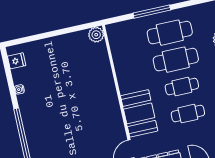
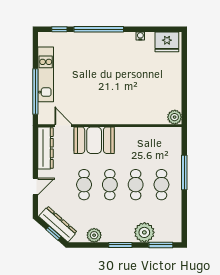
cafe table: (170, 33) -> (161, 185), width x0.73, depth x0.74
cafe table: (176, 60) -> (136, 185), width x0.73, depth x0.74
fridge: (17, 61) -> (167, 42), width x1.88, depth x1.34

